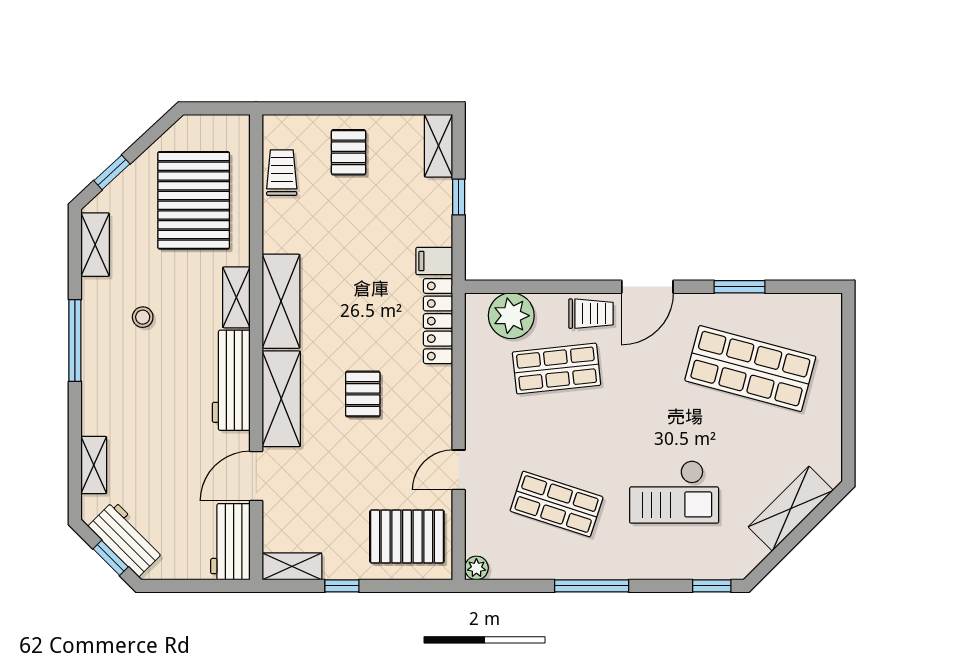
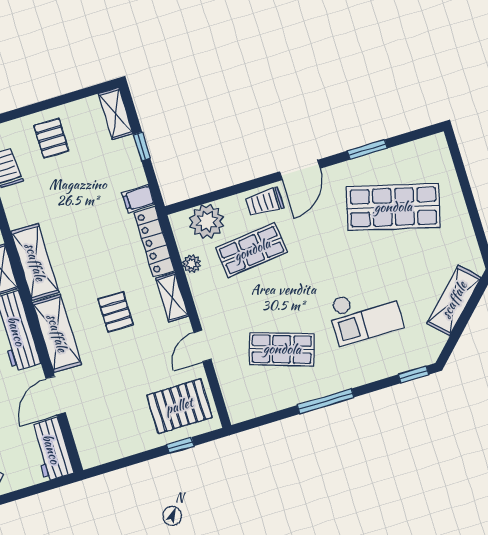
trolley: (591, 314) -> (265, 202), turned 180
shelving: (292, 566) -> (172, 297), moved, turned 90
plant: (476, 568) -> (192, 264), moved
window: (342, 586) -> (180, 445), moved

